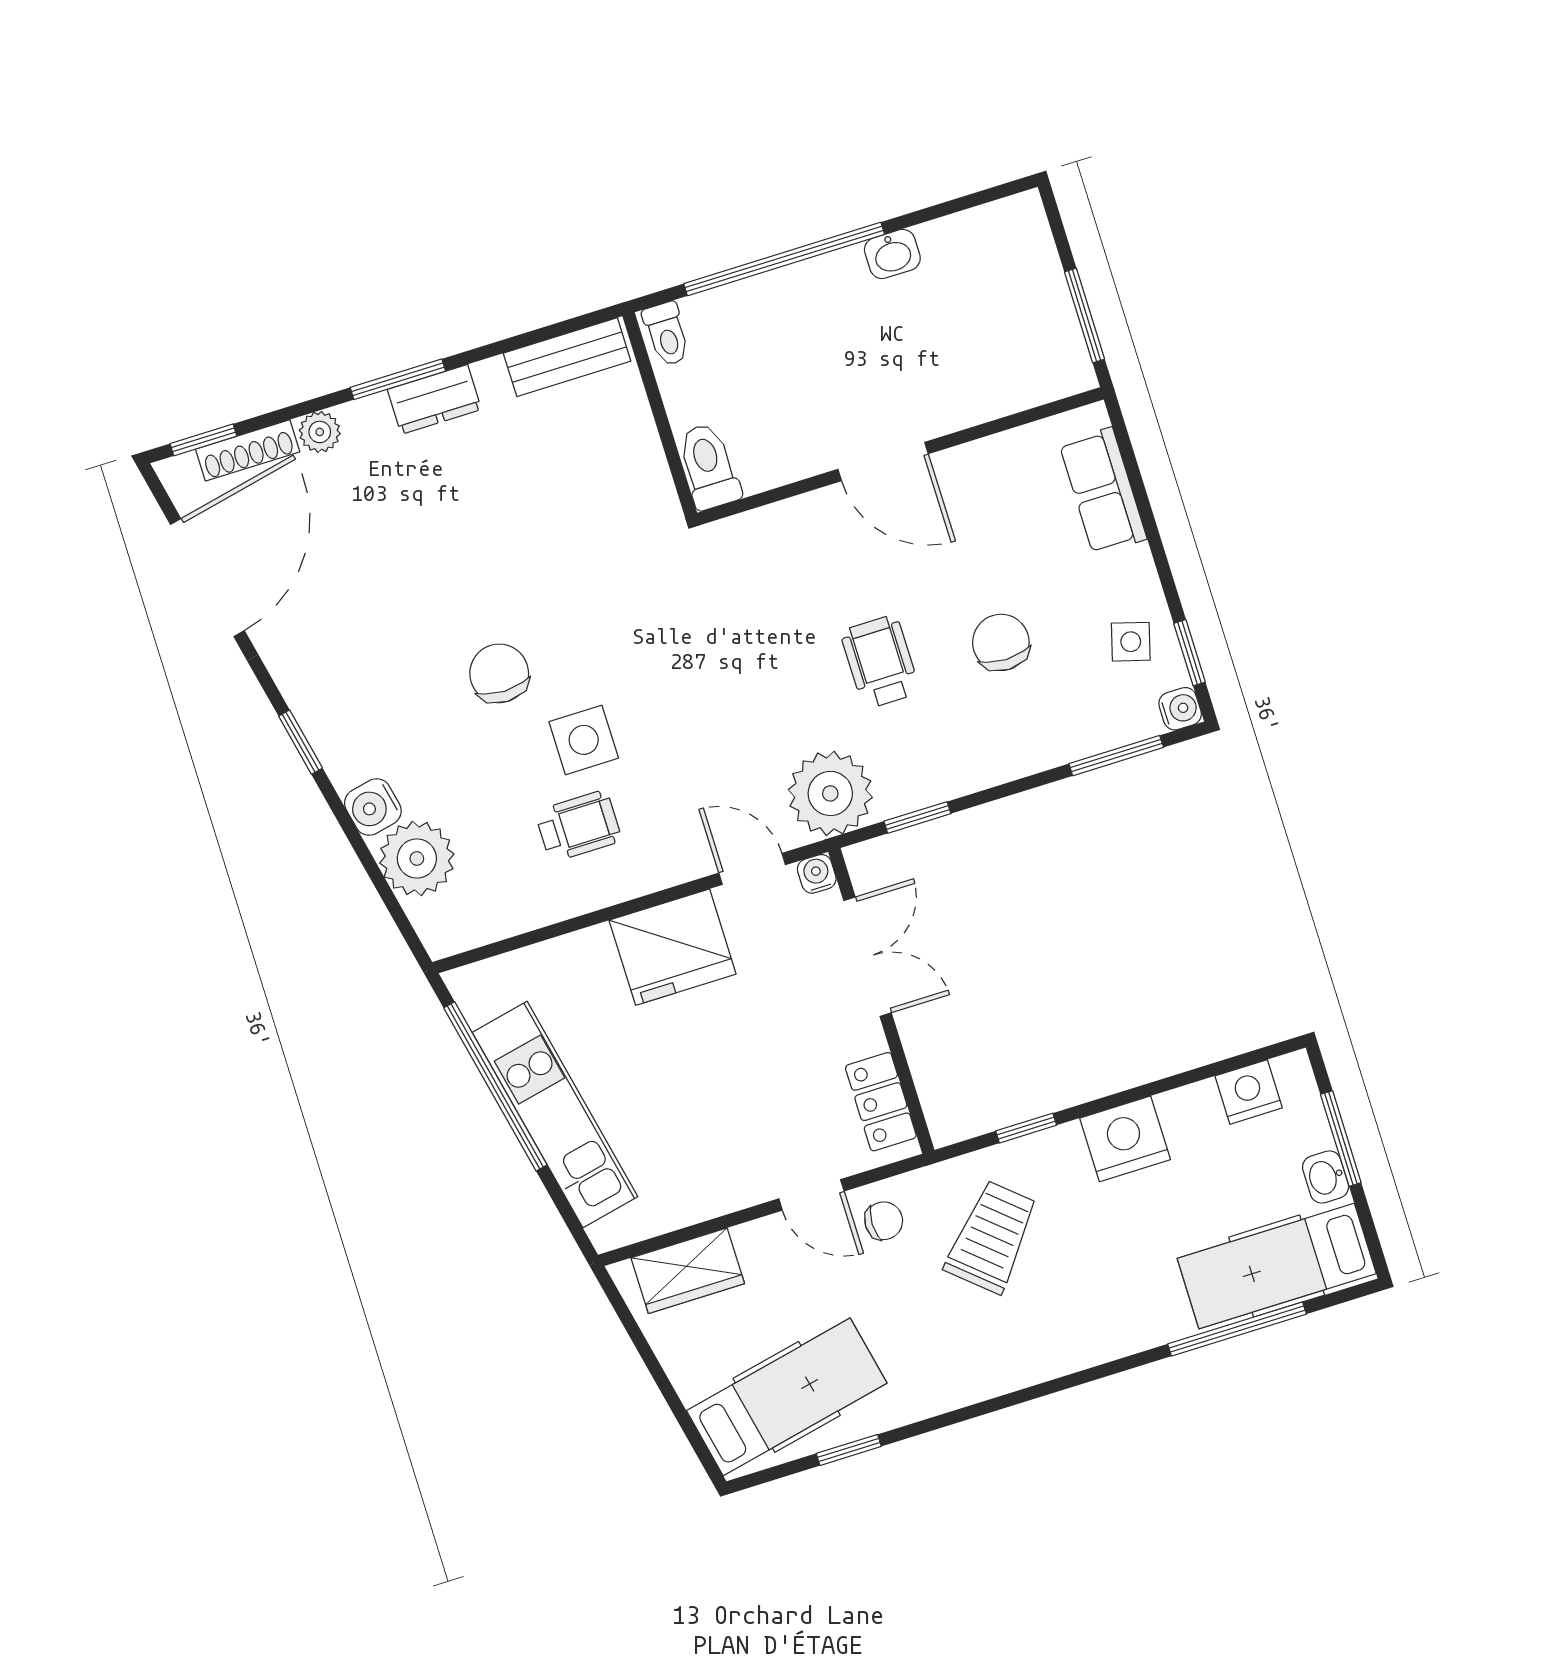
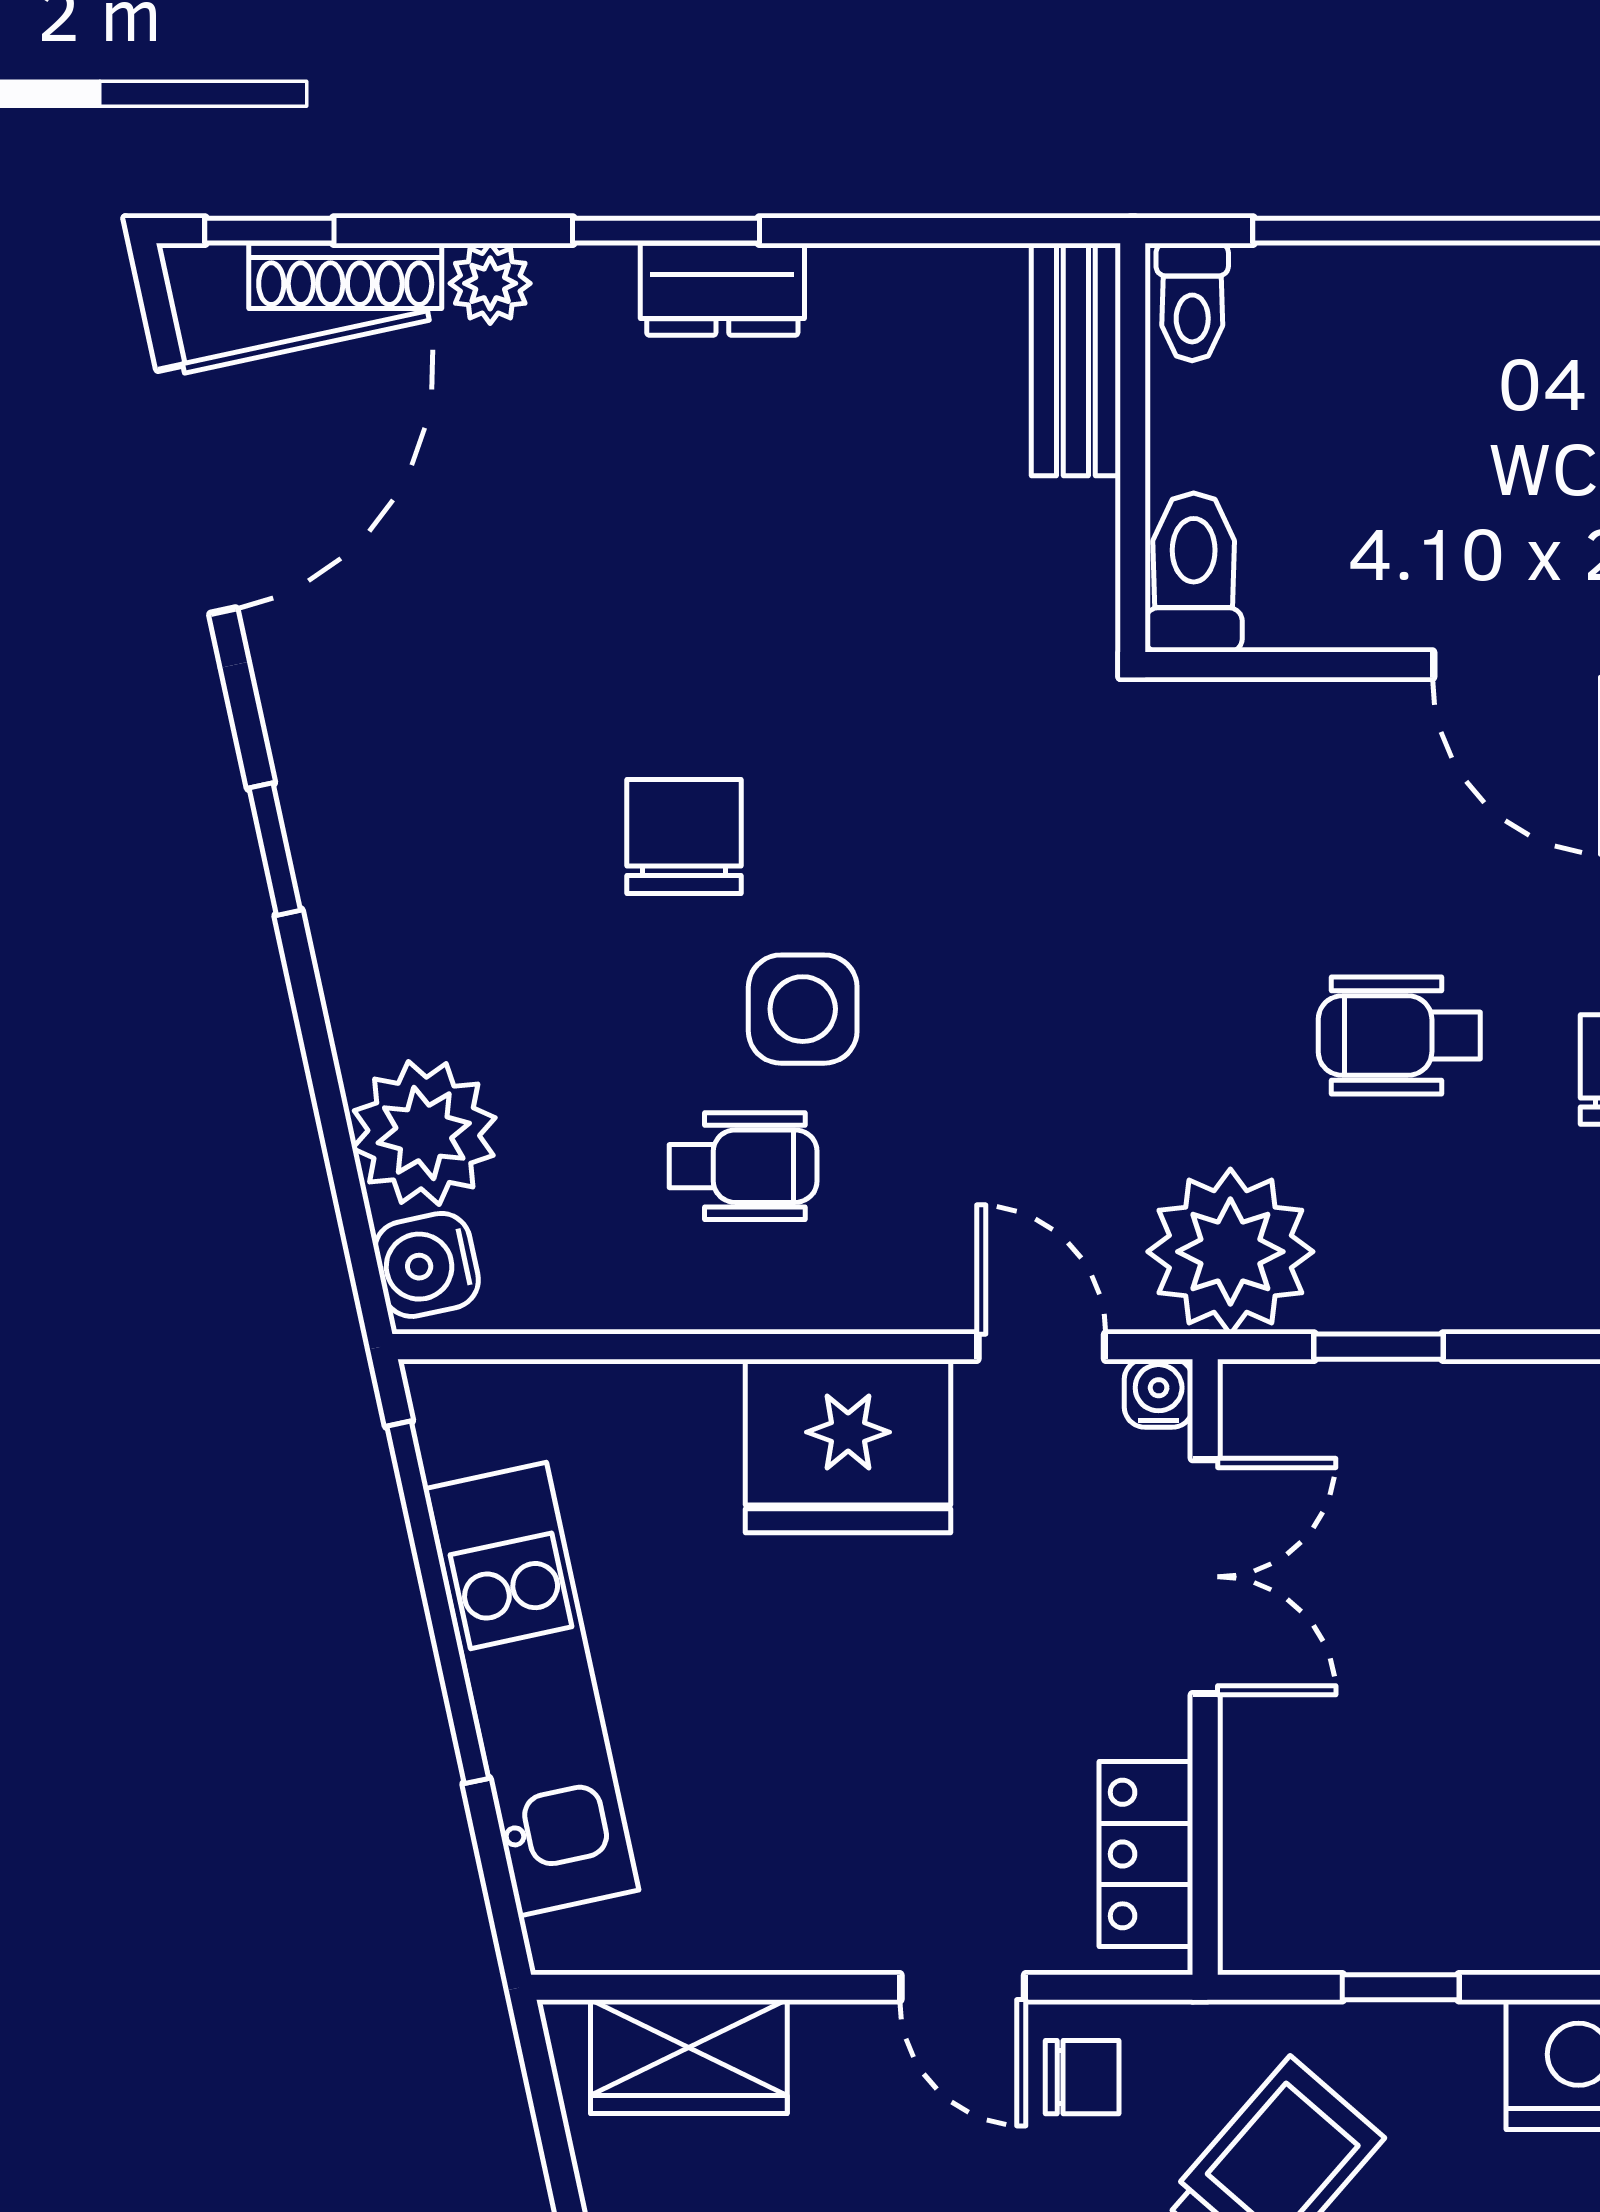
bench: (567, 357) -> (1076, 359), moved, turned 90
wheelchair: (880, 662) -> (1399, 1036), turned -90
water cooler: (373, 807) -> (427, 1265), moved

